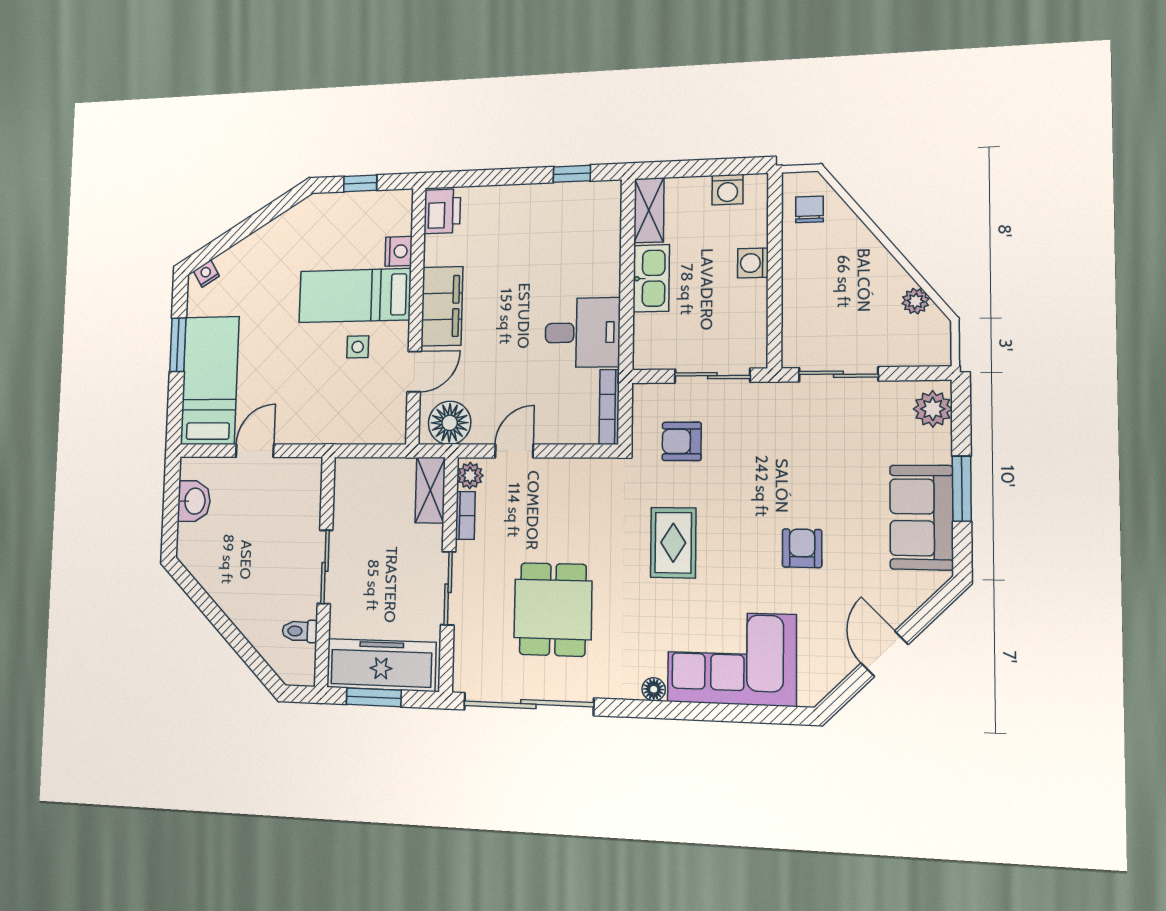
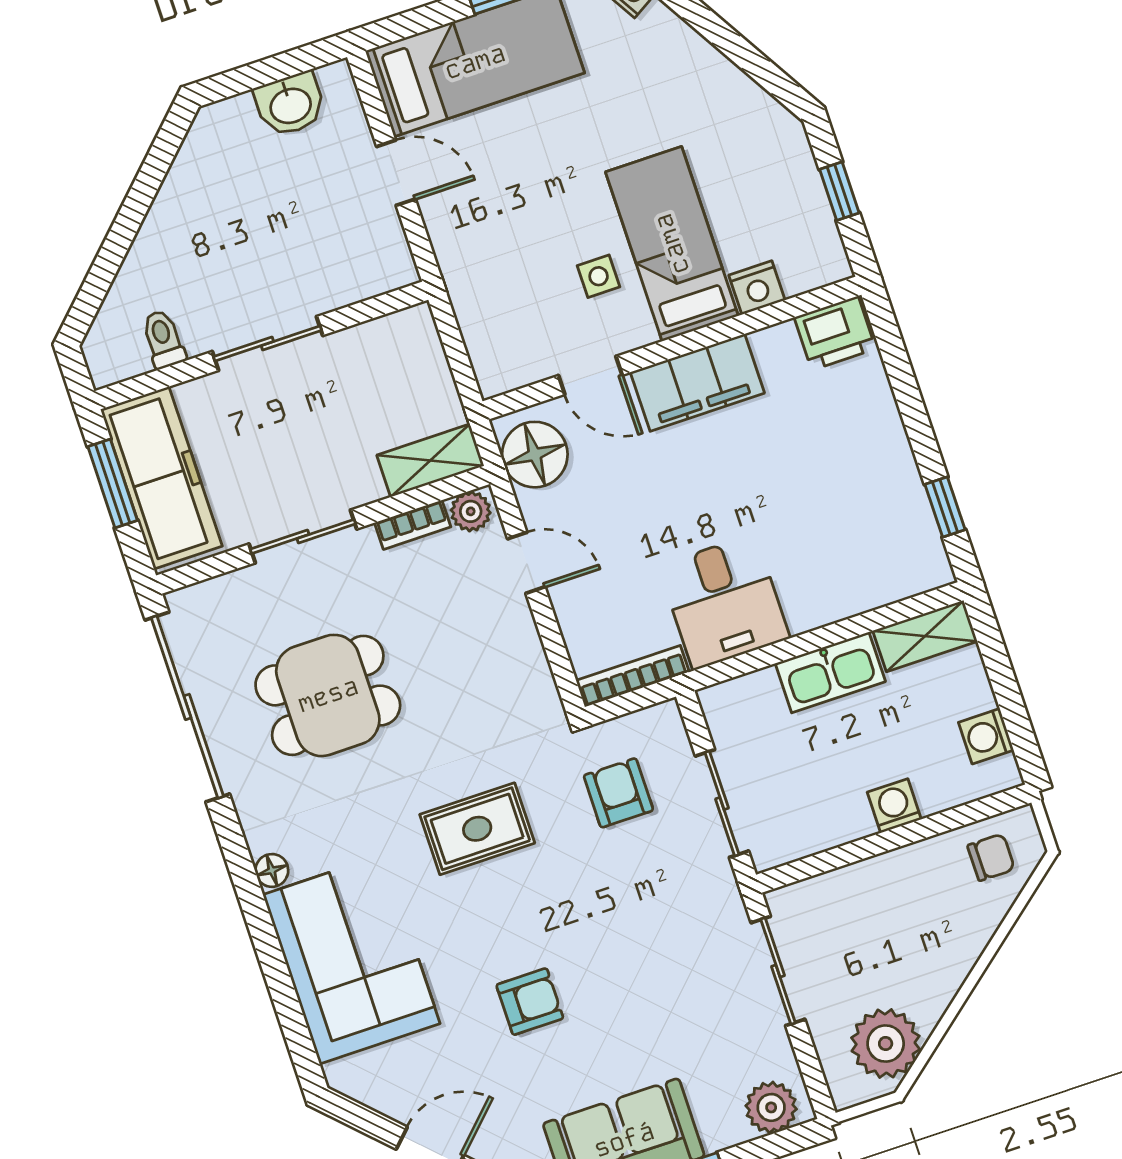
plant: (916, 301) -> (886, 1043), width x1.88, depth x1.88

